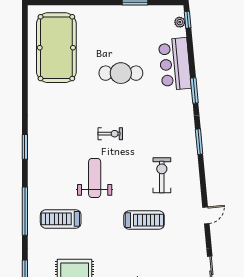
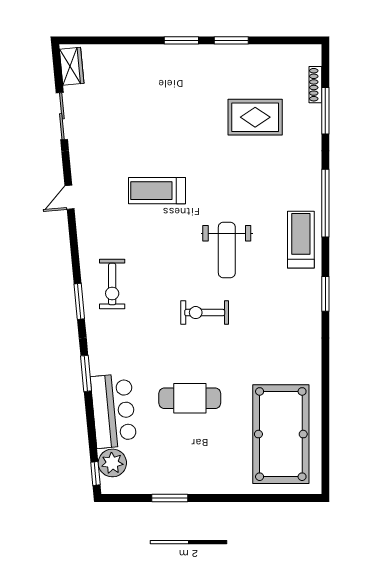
plant: (180, 22) -> (112, 463), width x1.88, depth x1.88
exercise bike: (110, 134) -> (205, 313), width x1.38, depth x1.39
exercise bike: (162, 175) -> (112, 284), moved
treadmill: (61, 219) -> (301, 240), moved, turned -90

